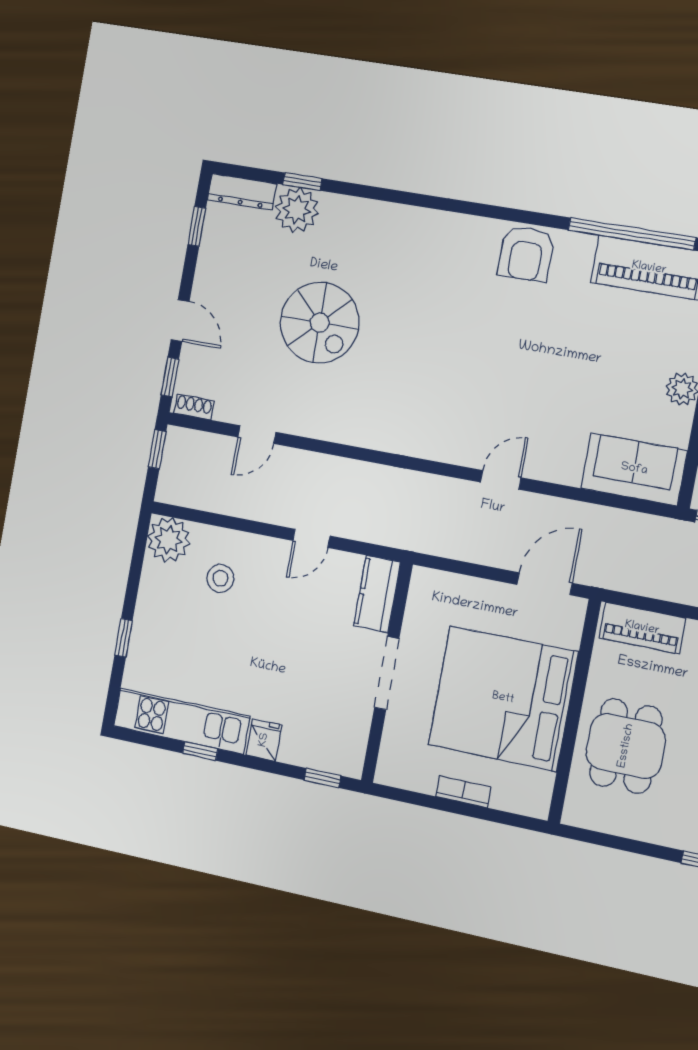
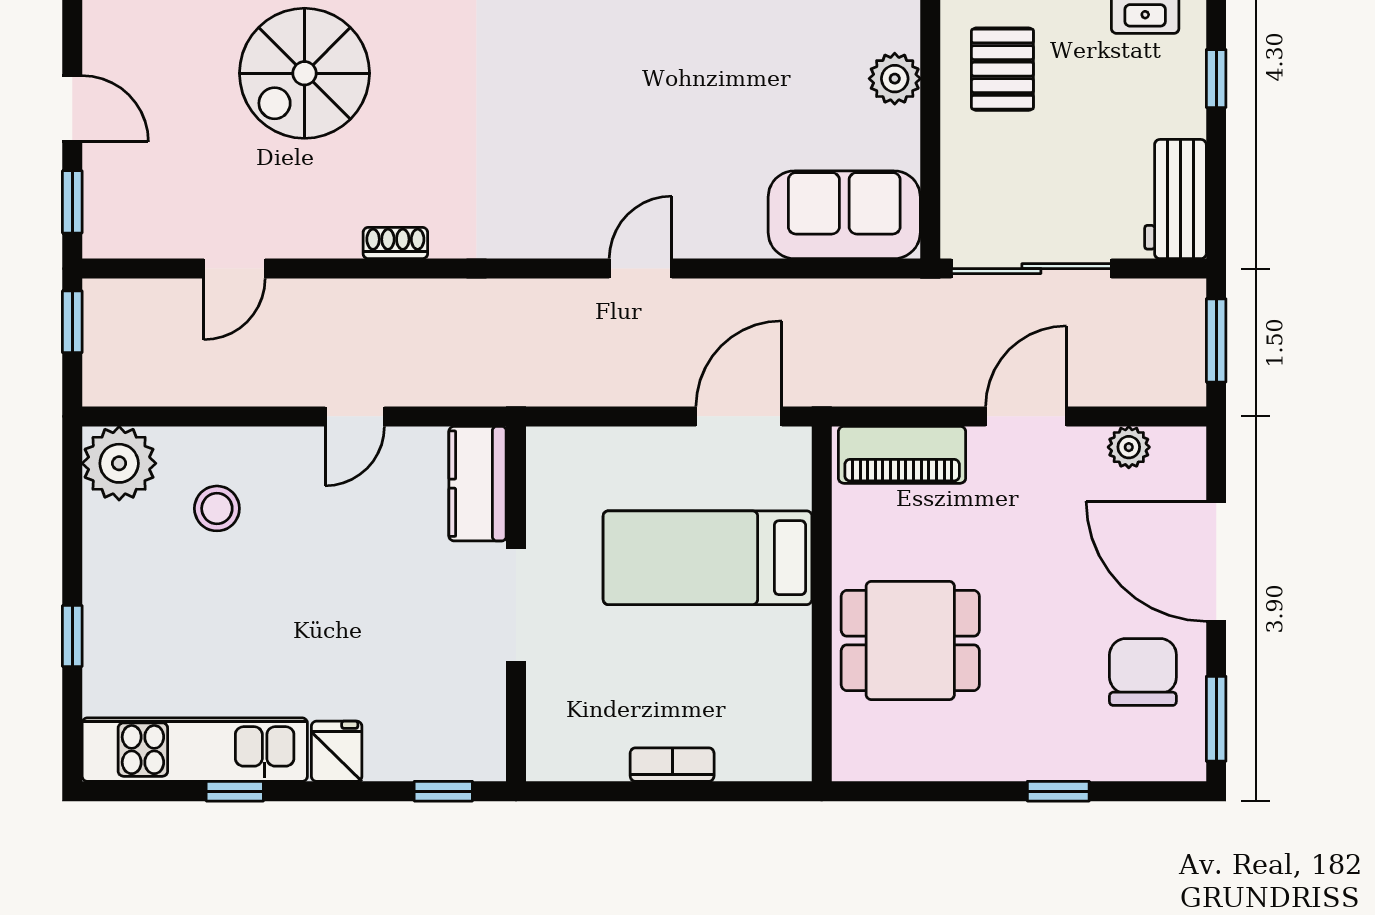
spiral stairs: (320, 323) -> (305, 73), turned 90
shoe rack: (194, 407) -> (395, 243), moved
bed: (503, 698) -> (708, 558), width x0.49
dining table: (626, 746) -> (910, 641), turned 90

